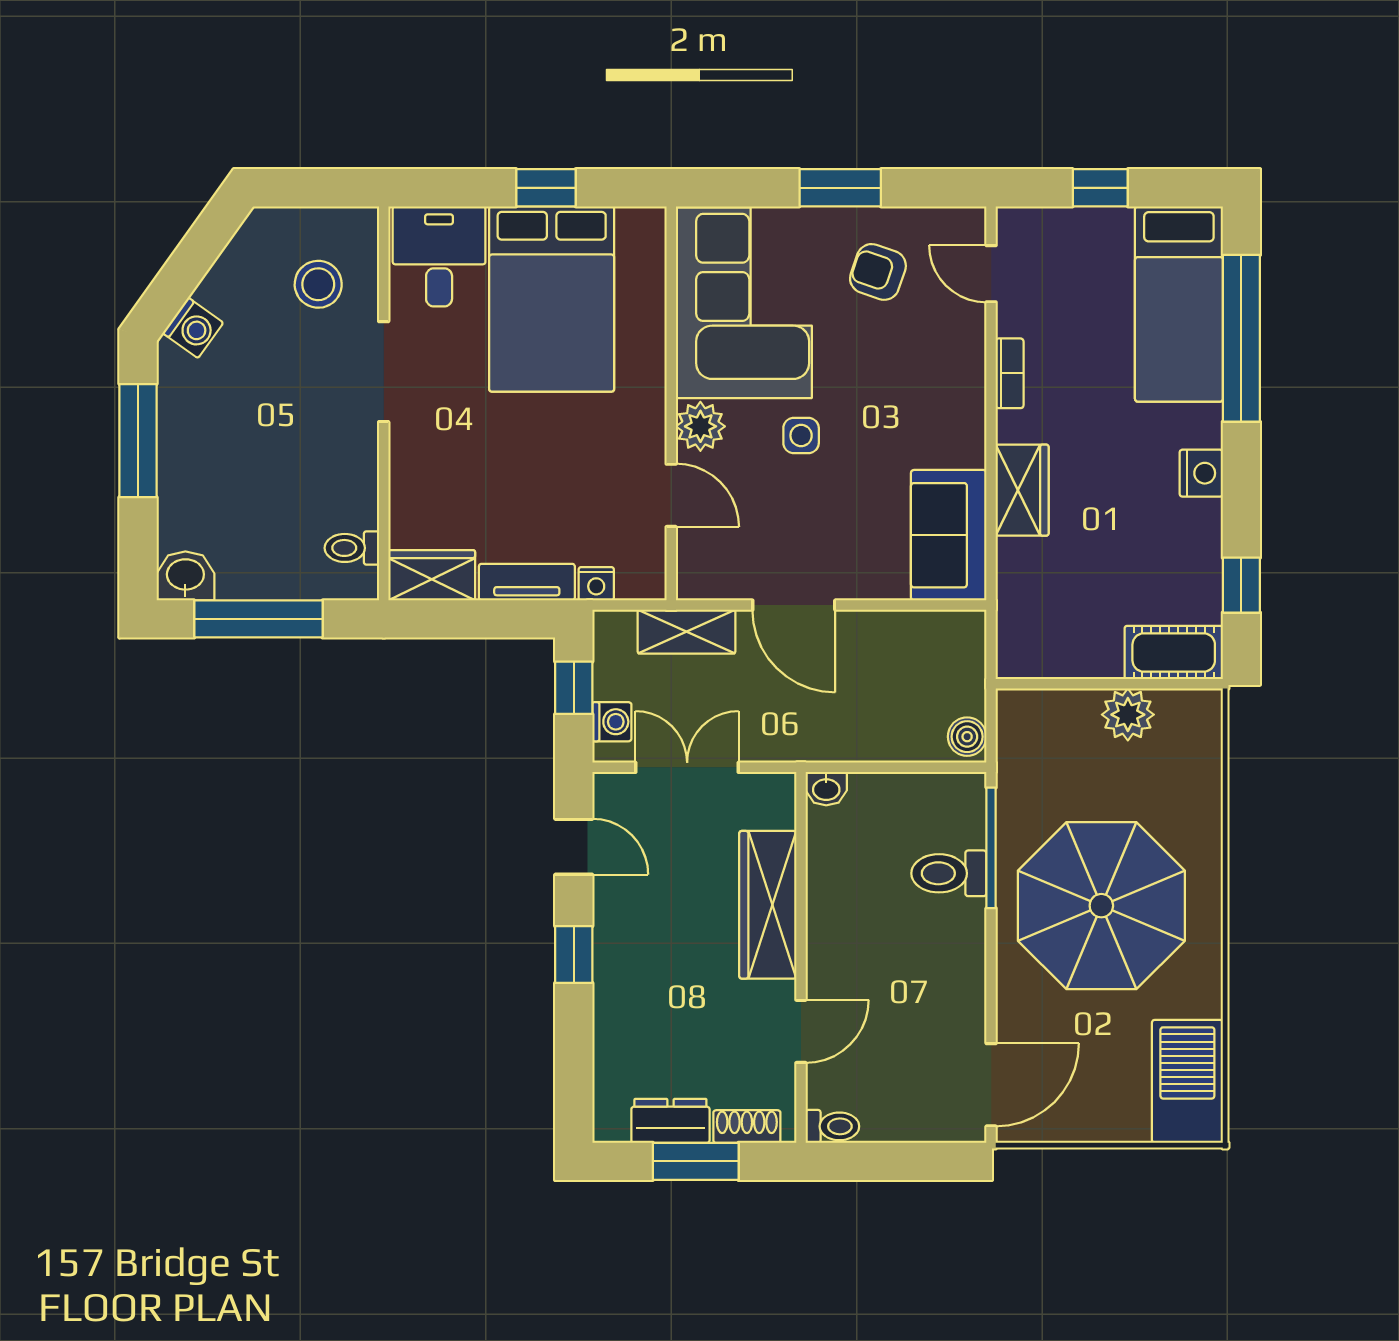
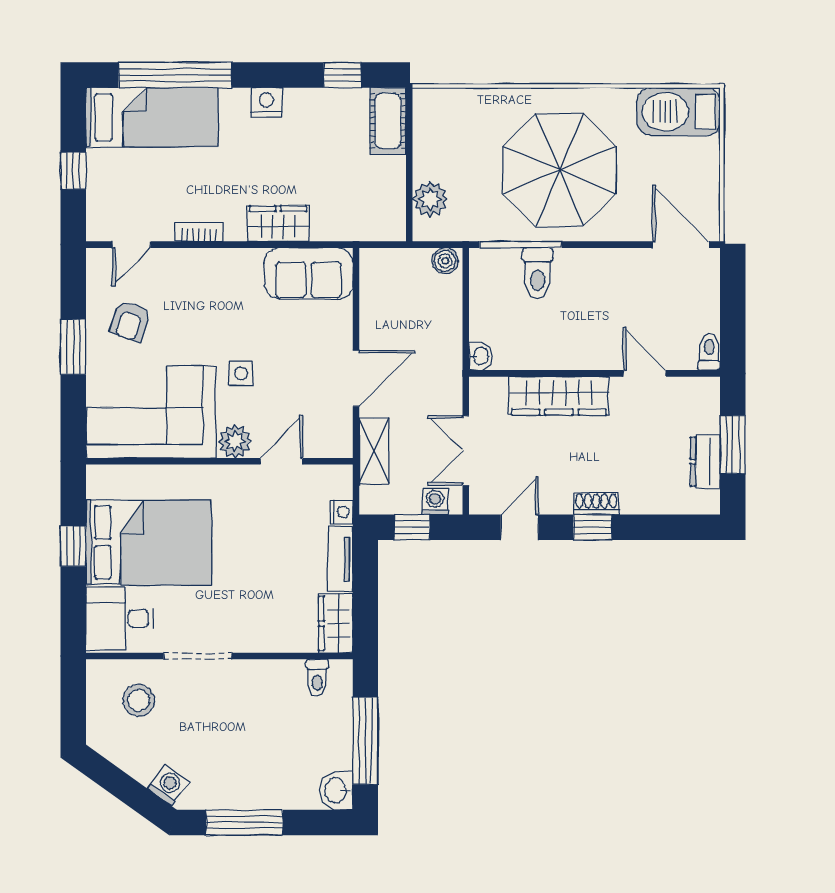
plant: (1128, 715) -> (430, 199), moved
shoe rack: (747, 1127) -> (596, 504), moved, turned 90

